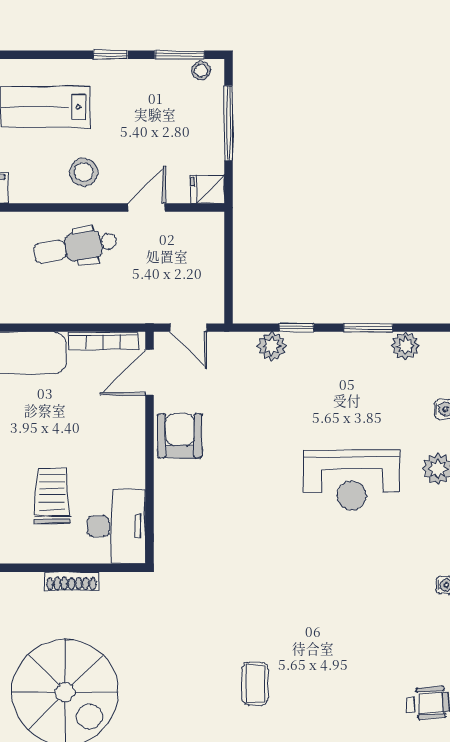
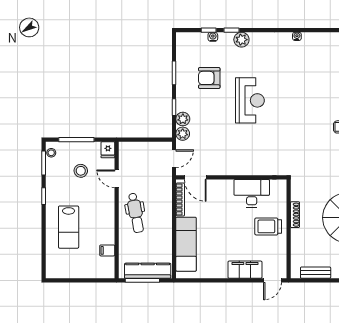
stool: (84, 172) -> (81, 171), moved
plant: (405, 346) -> (183, 134), moved
armchair: (180, 436) -> (209, 78), moved
reception desk: (352, 480) -> (250, 100), moved
trolley: (52, 496) -> (268, 226), moved
desk: (116, 526) -> (252, 193), moved

